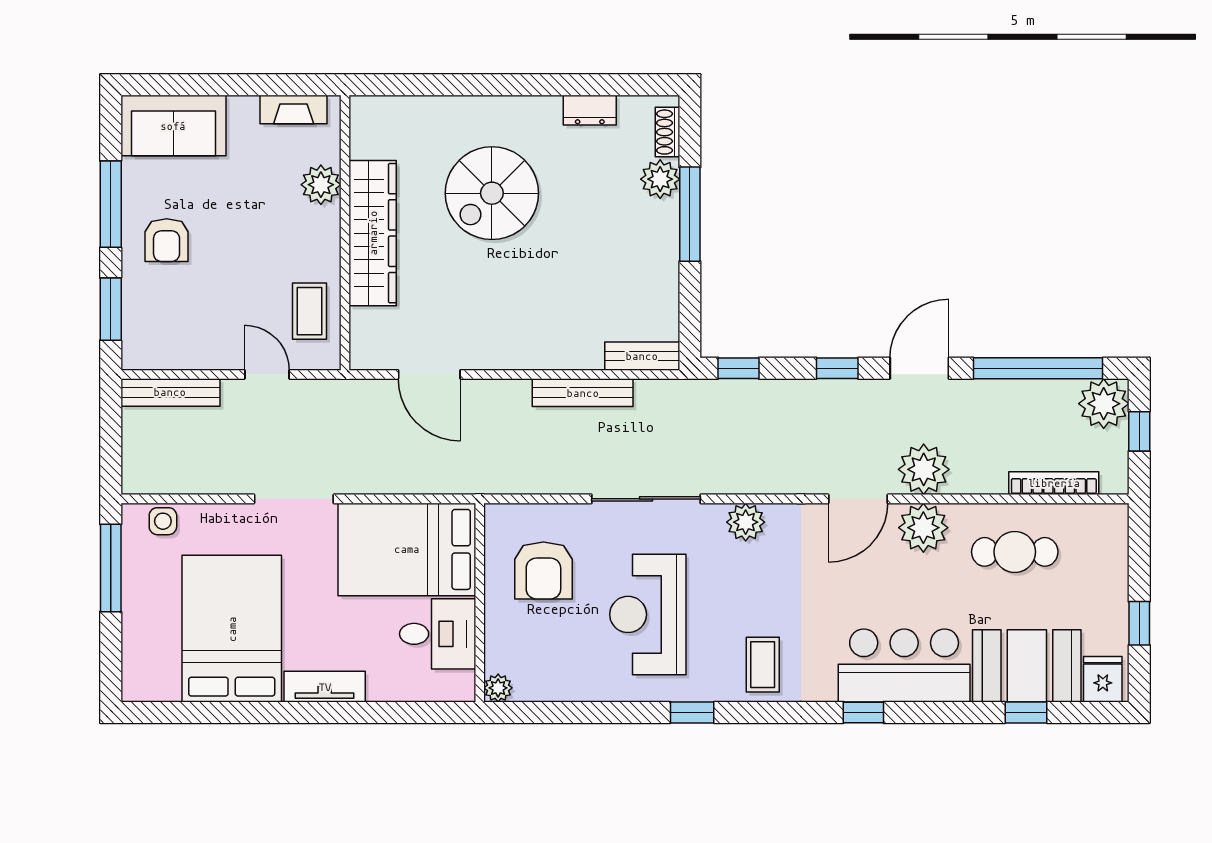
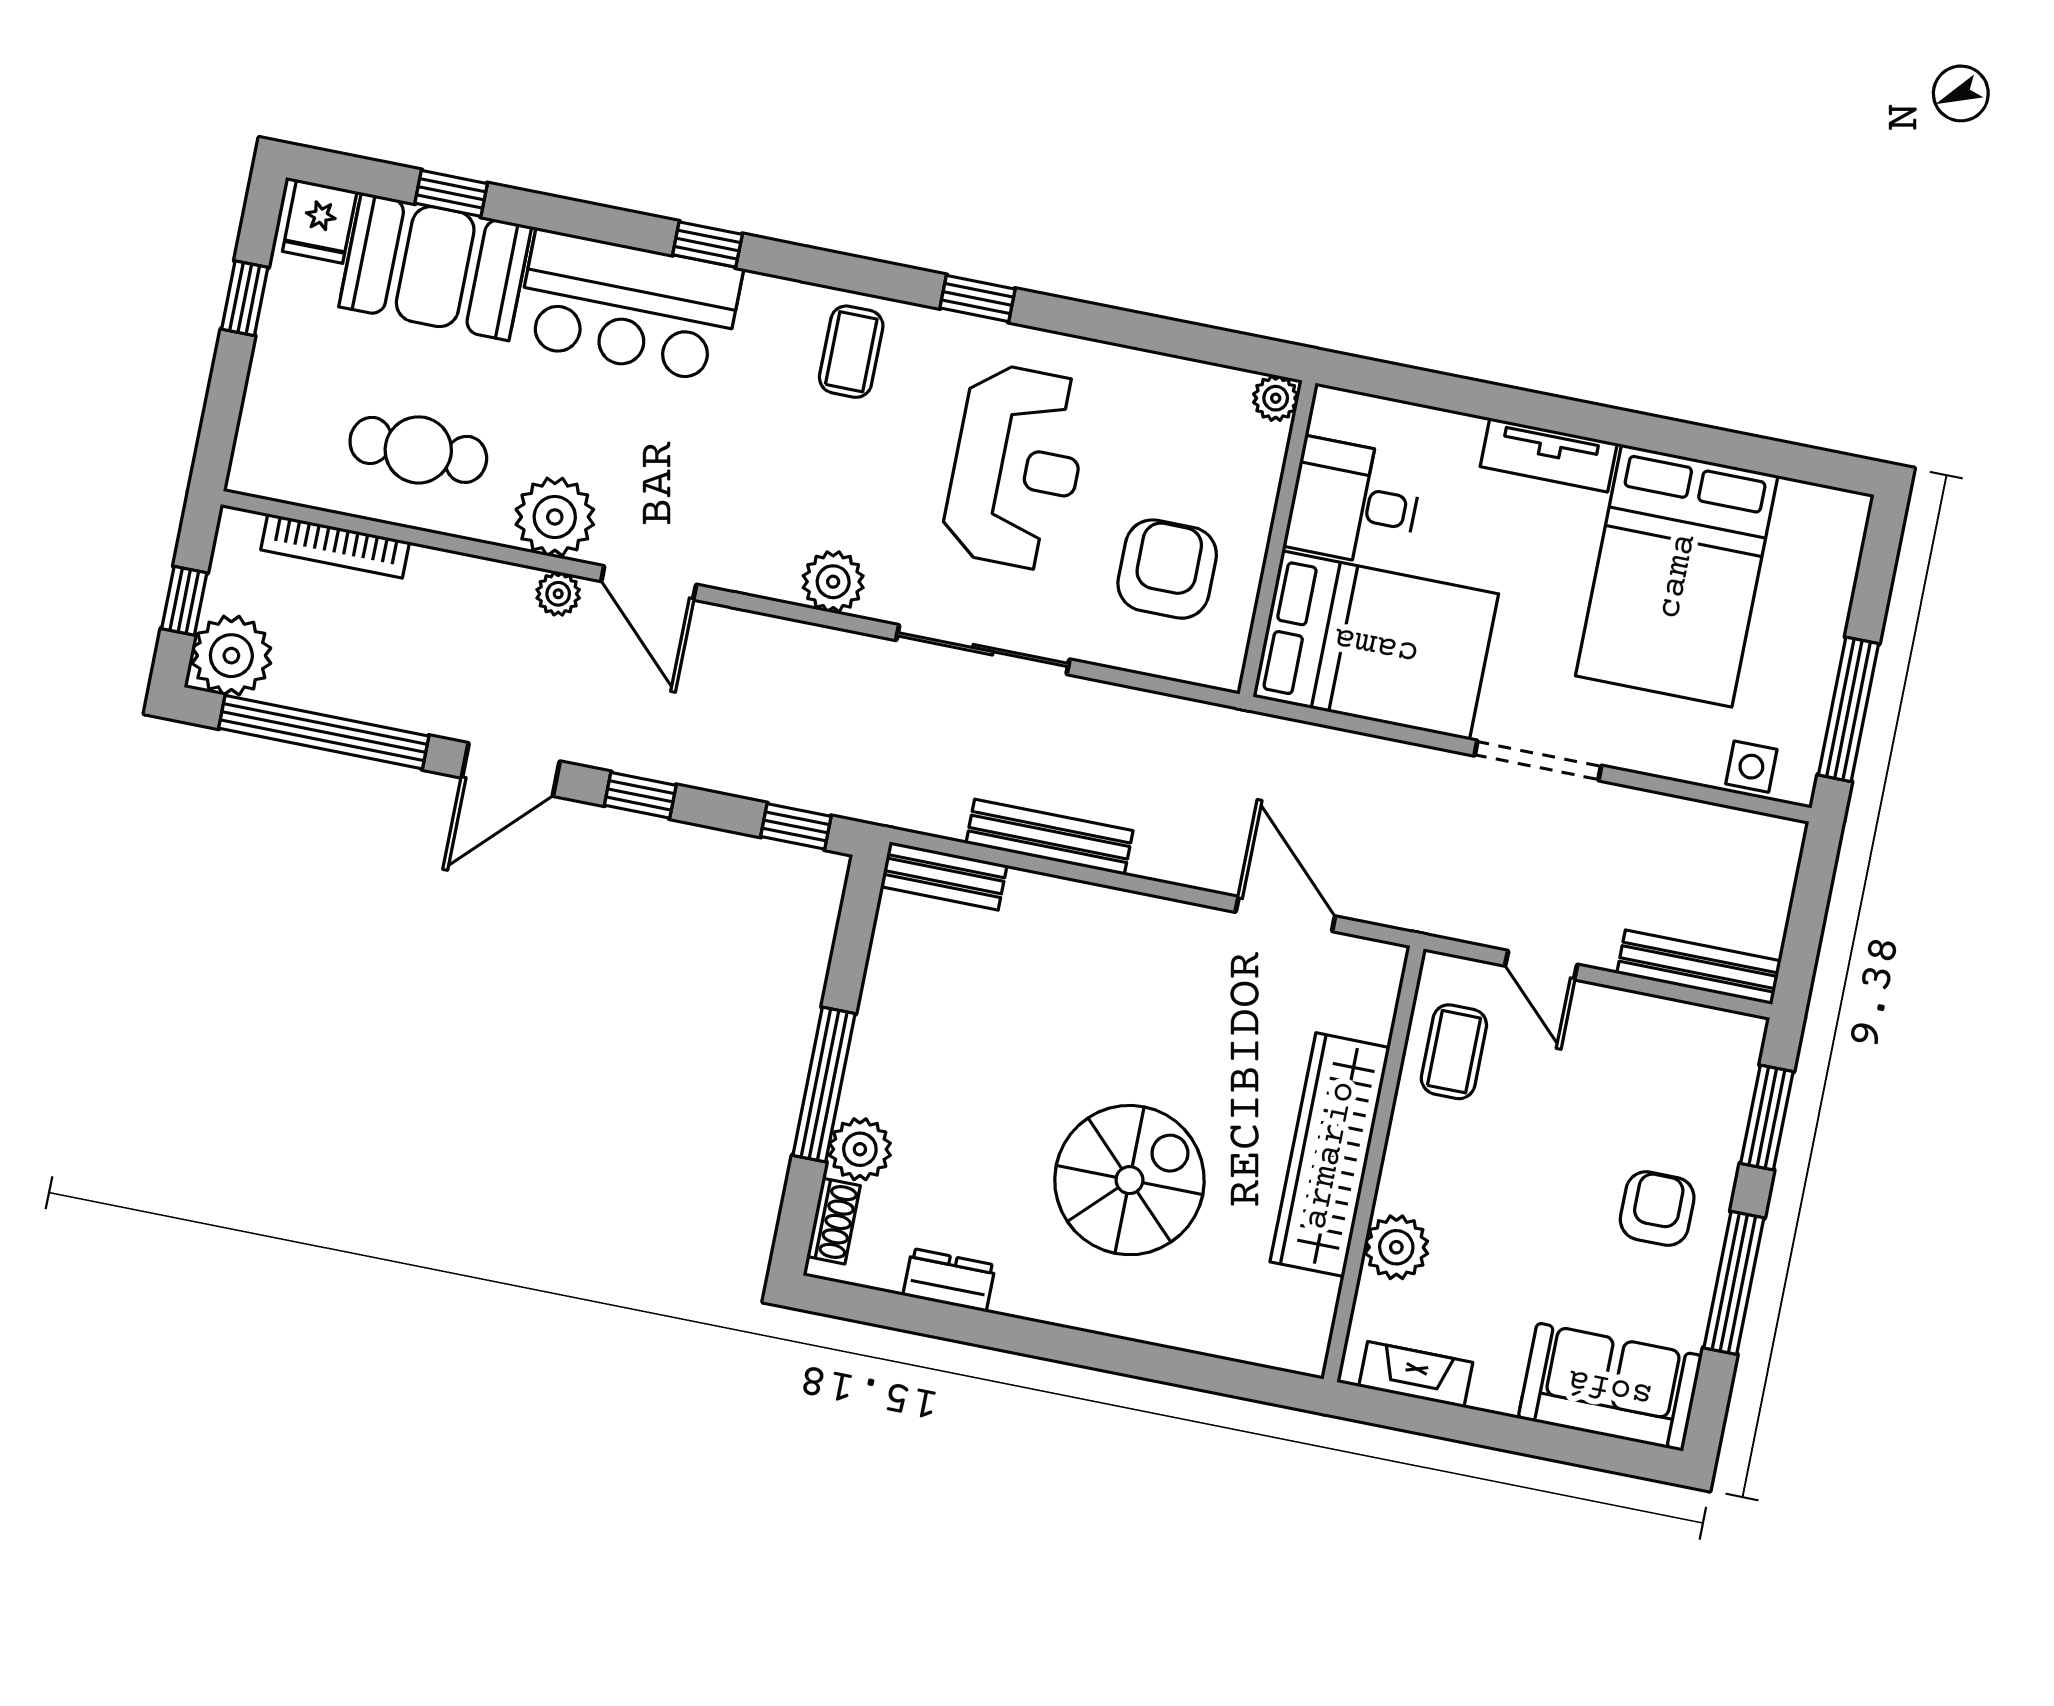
plant: (924, 469) -> (558, 594), width x0.53, depth x0.53
door: (858, 499) -> (649, 583), swing flipped

